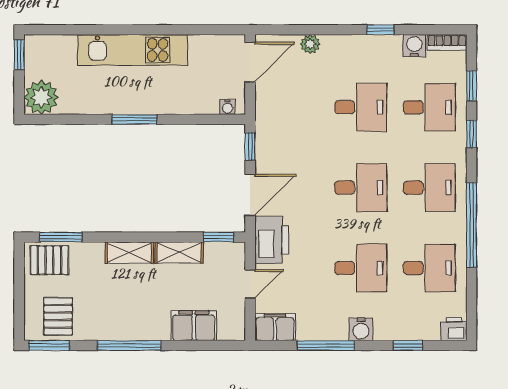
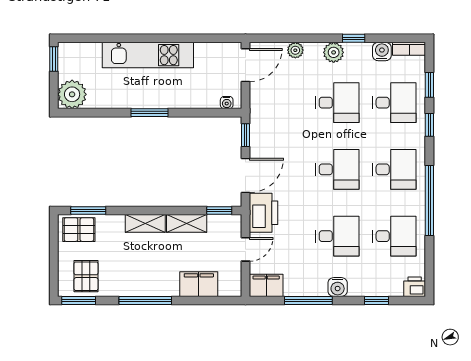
plant: (356, 47) -> (334, 52), added

